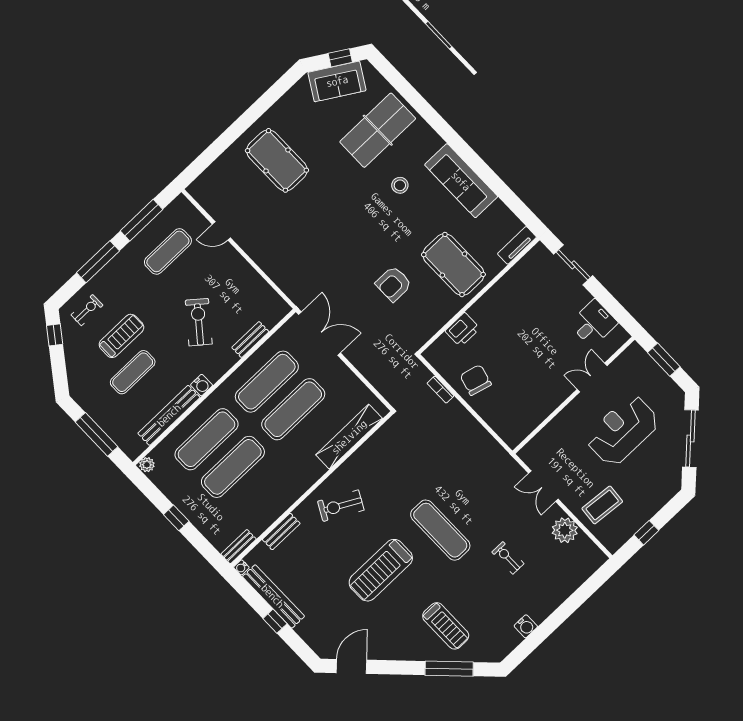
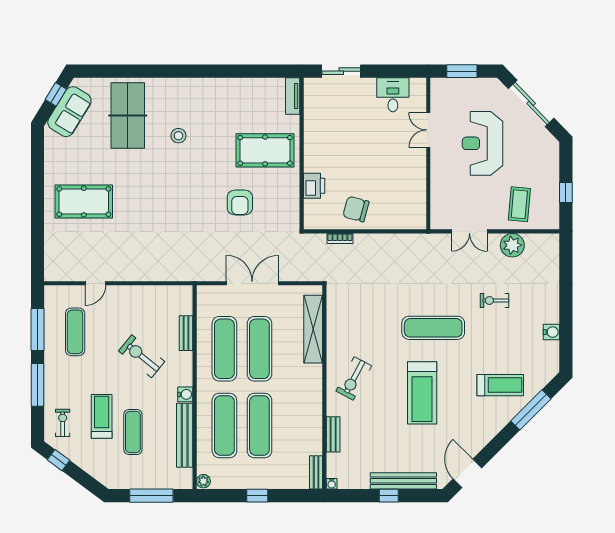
sofa: (461, 181) -> (214, 92), removed
double door: (320, 334) -> (252, 283), moved
bench: (273, 596) -> (403, 481), moved

